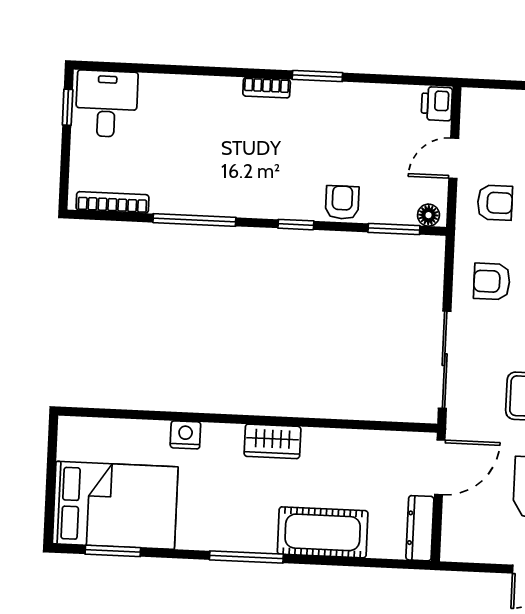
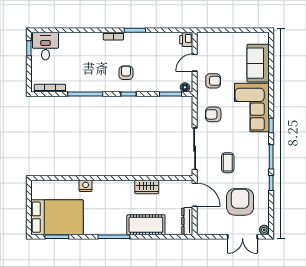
armchair: (342, 202) -> (126, 73), moved
wardrobe: (272, 441) -> (147, 187), moved
door: (440, 467) -> (195, 195), hinge flipped

